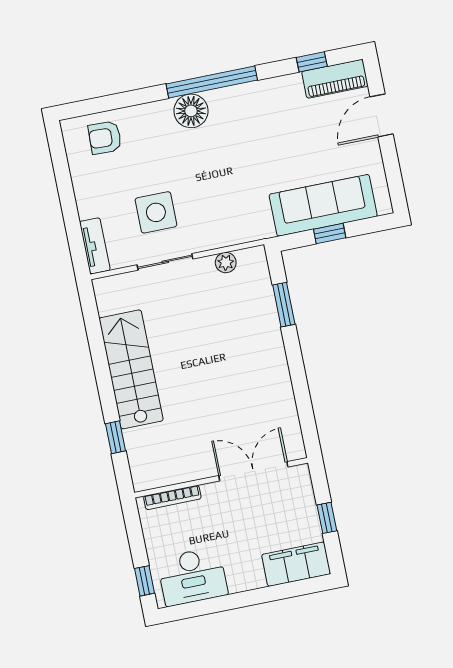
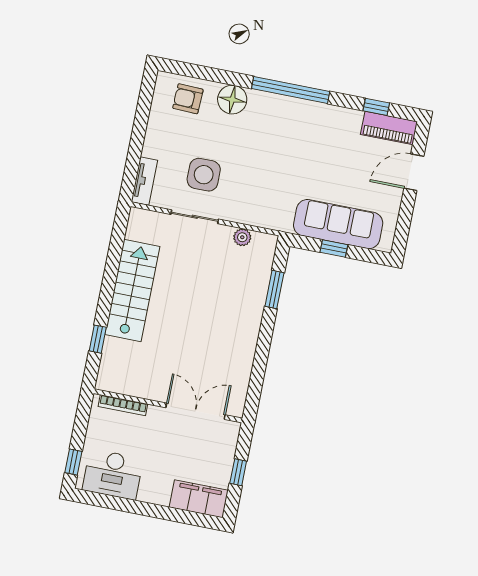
floor lamp: (191, 111) -> (232, 100), moved

